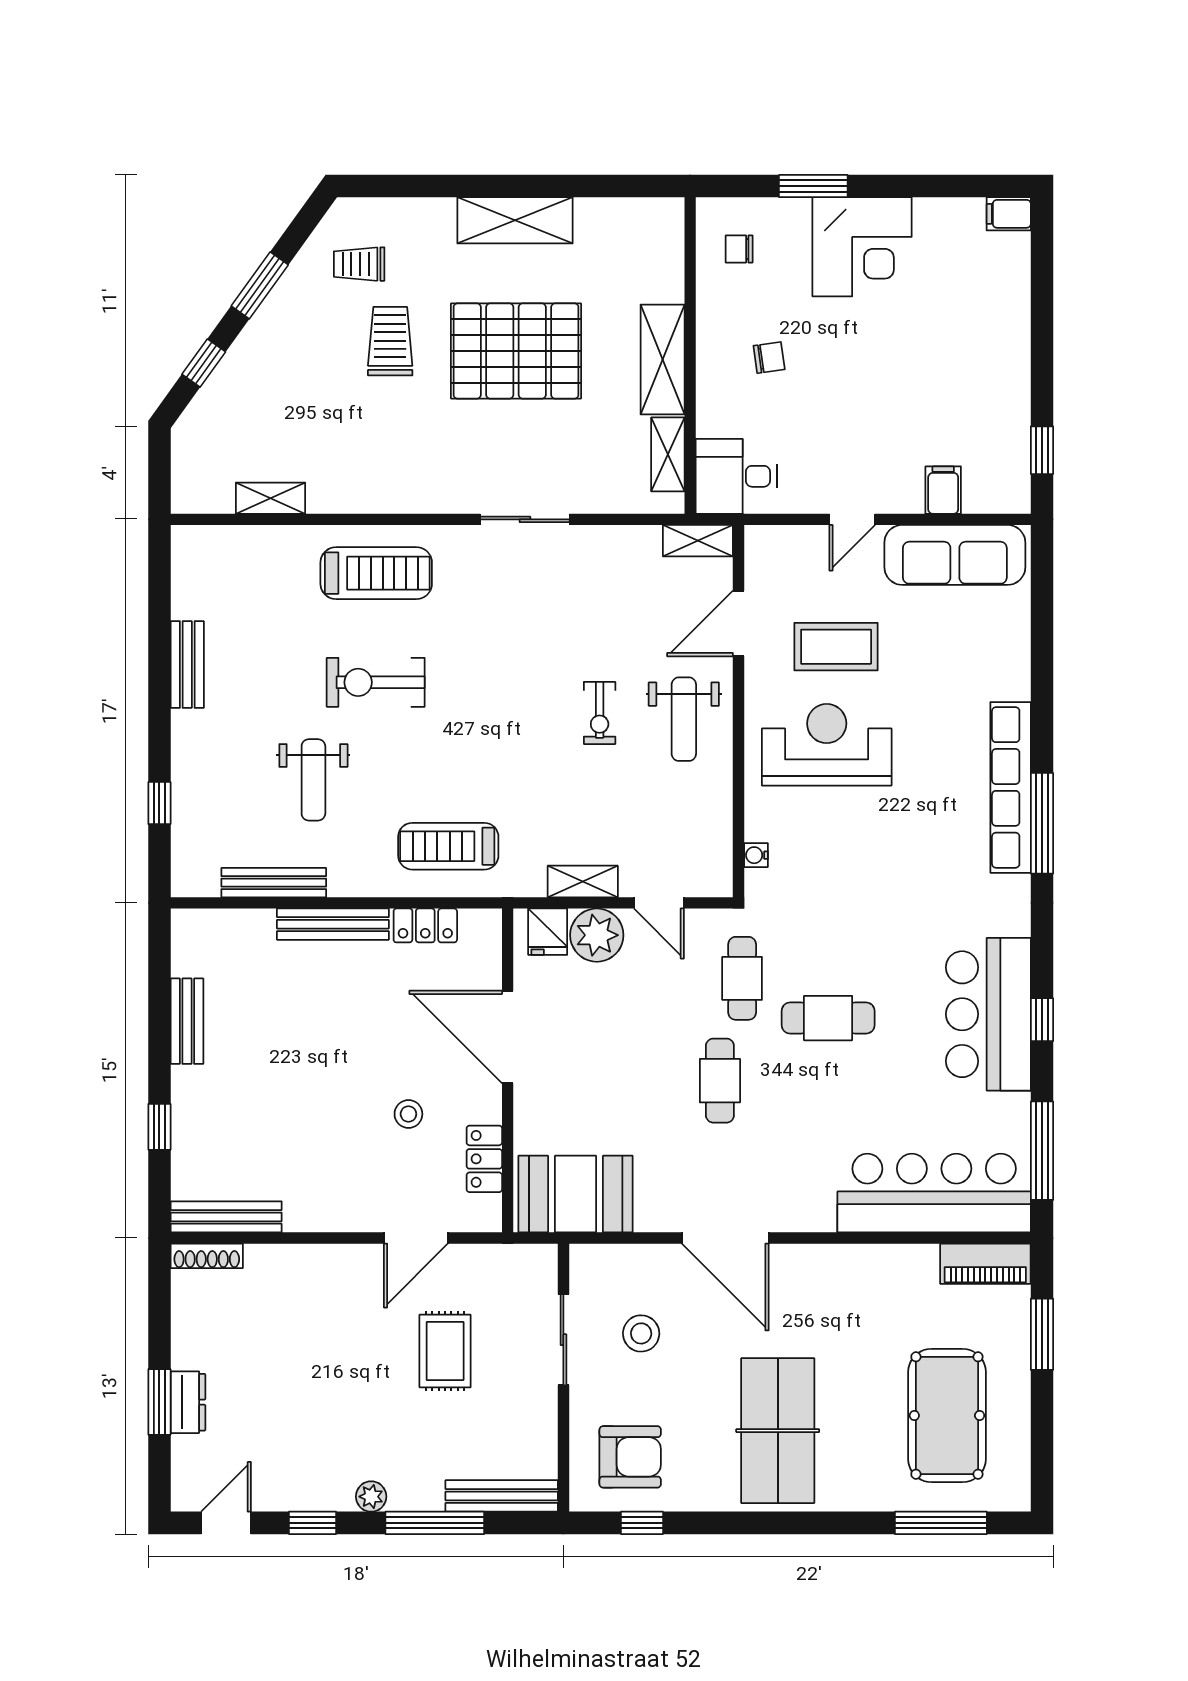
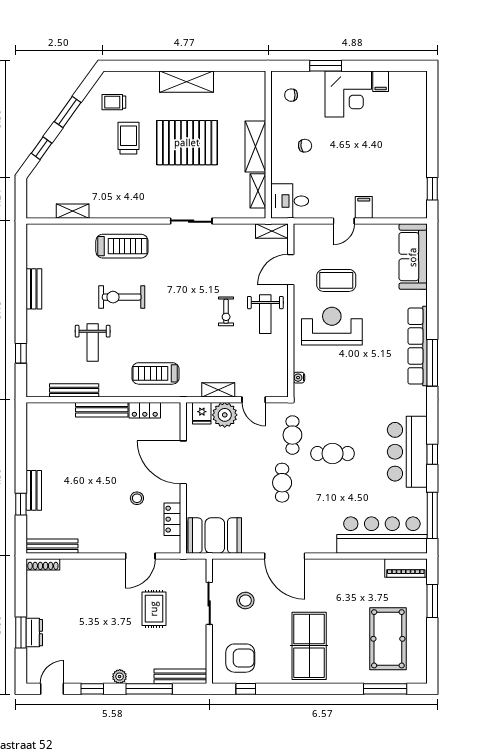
filing cabinet: (1009, 214) -> (381, 81), moved, turned -90
filing cabinet: (943, 490) -> (364, 207), moved
sofa: (955, 555) -> (413, 257), moved, turned 90
bench: (187, 1021) -> (34, 490), moved

